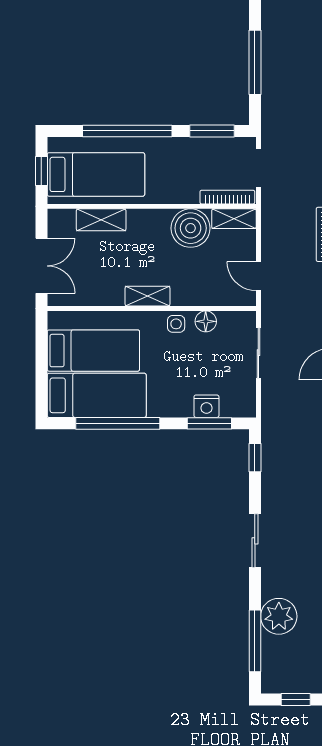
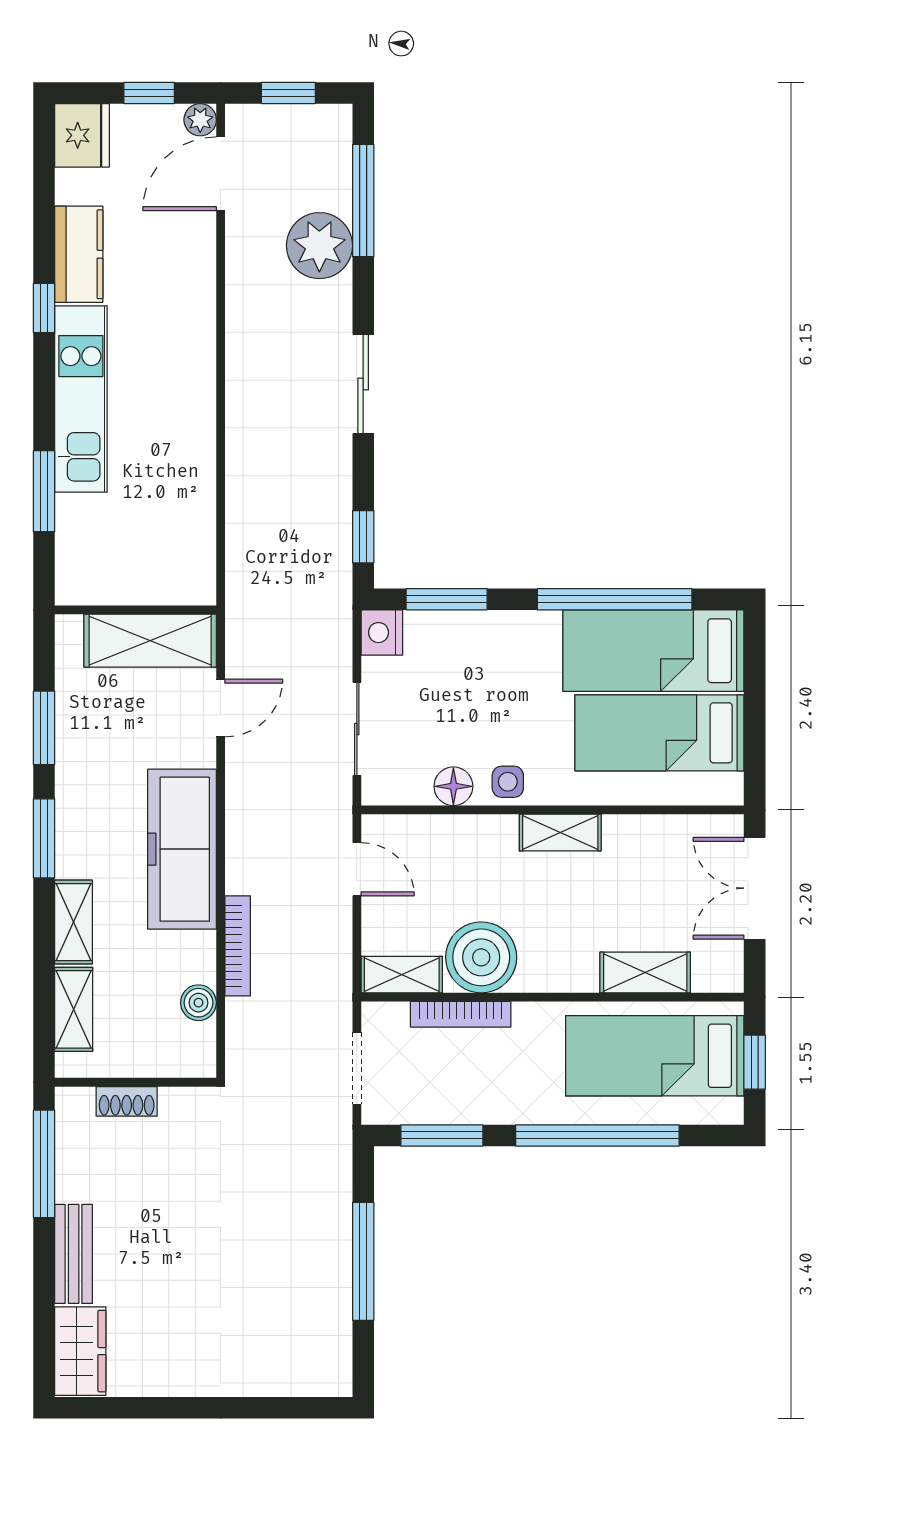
bookcase: (227, 197) -> (461, 1014), moved
nightstand: (206, 406) -> (382, 633), moved, turned -90

